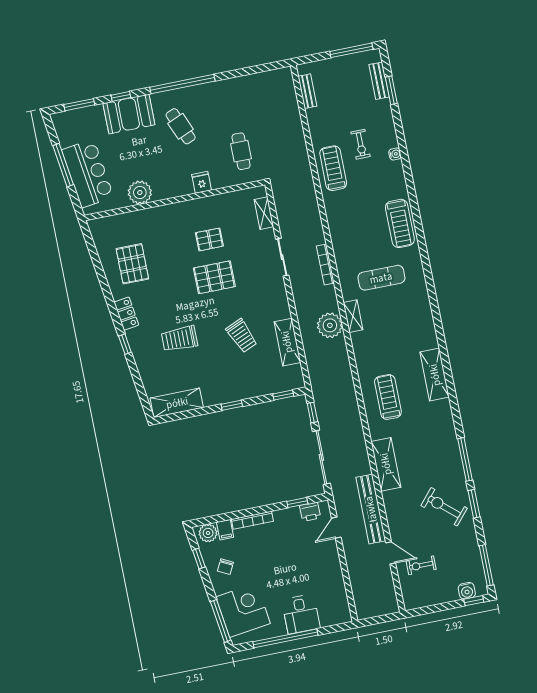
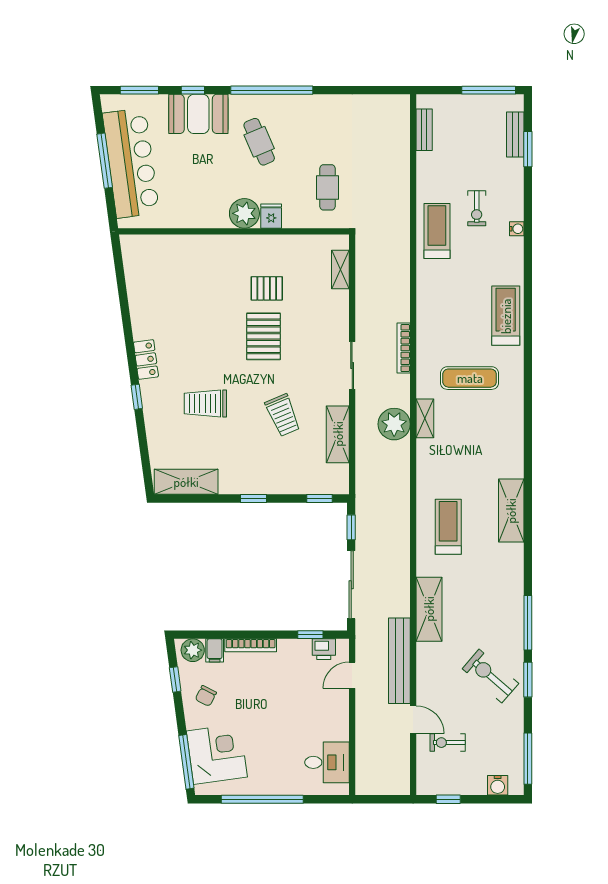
bar counter: (88, 173) -> (131, 163), width x1.36
plant: (140, 193) -> (244, 213), moved
treadmill: (400, 223) -> (506, 316), turned 180
sliding door: (282, 257) -> (352, 365), moved
pallet: (132, 264) -> (166, 299), removed
pallet: (214, 277) -> (263, 336), turned 90
window: (474, 601) -> (448, 799), moved
desk: (301, 614) -> (327, 762), moved, turned -90

